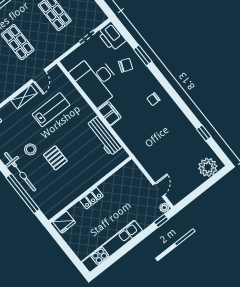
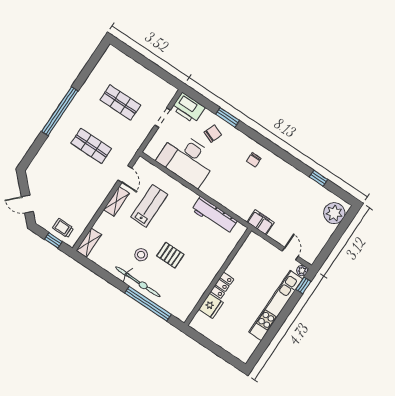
filing cabinet: (110, 114) -> (261, 222), moved
fridge: (64, 222) -> (211, 306), moved
kitchen unit: (112, 246) -> (276, 306), moved

